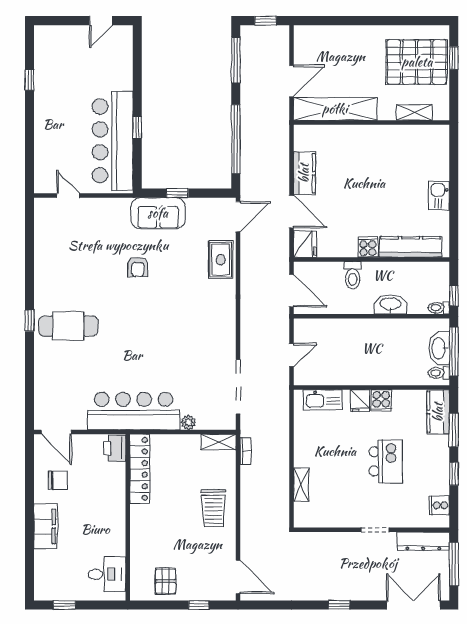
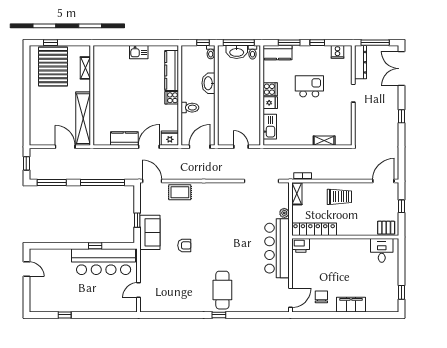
printer: (115, 448) -> (301, 245), moved
locker: (140, 469) -> (314, 229), moved
wall: (128, 517) -> (345, 237), moved
desk: (107, 574) -> (382, 250), moved

